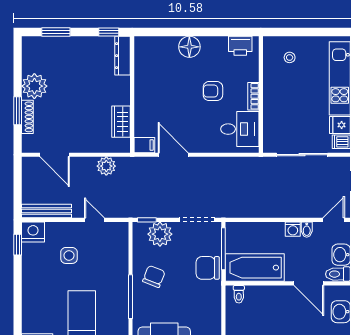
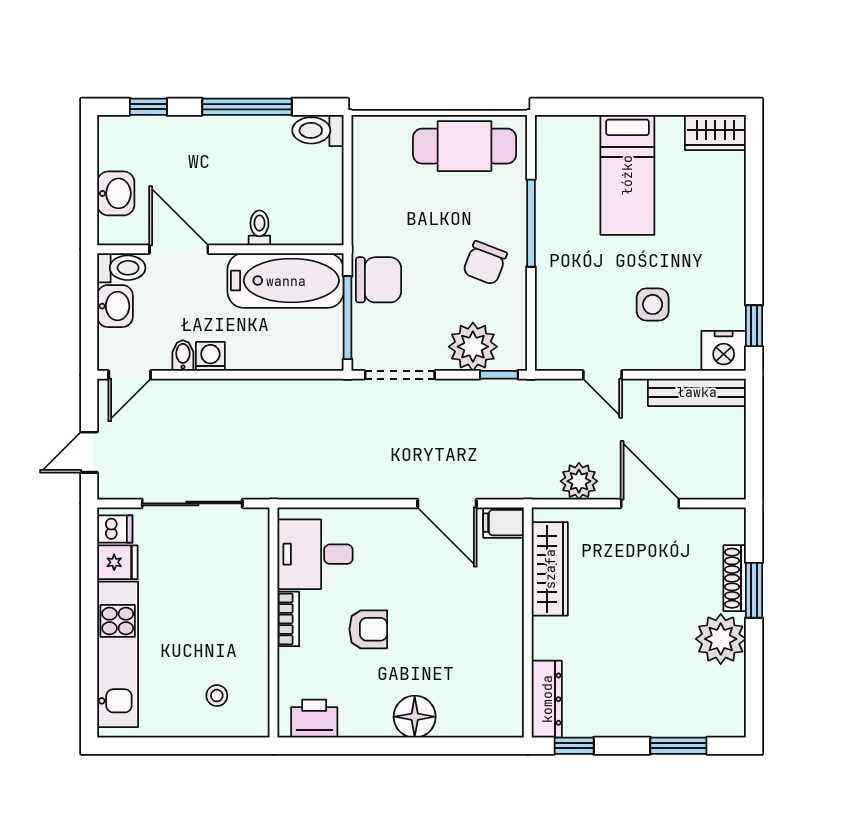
wardrobe: (121, 122) -> (550, 569), width x1.50
door: (55, 155) -> (650, 503), moved
toilet: (239, 294) -> (259, 228), moved

